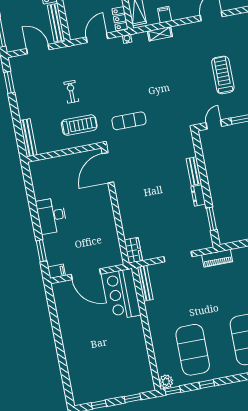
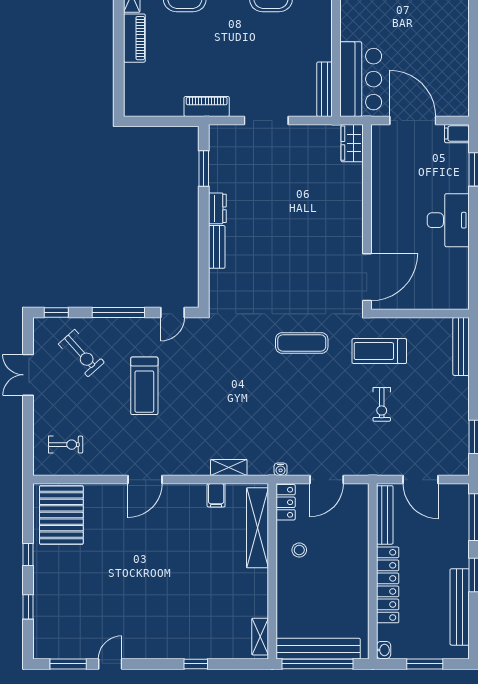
door: (108, 168) -> (367, 277), moved
wall: (115, 206) -> (367, 217), moved
wardrobe: (133, 250) -> (352, 143), moved

